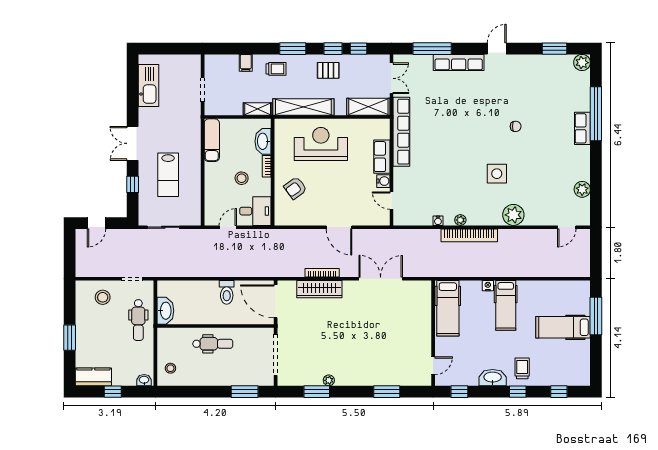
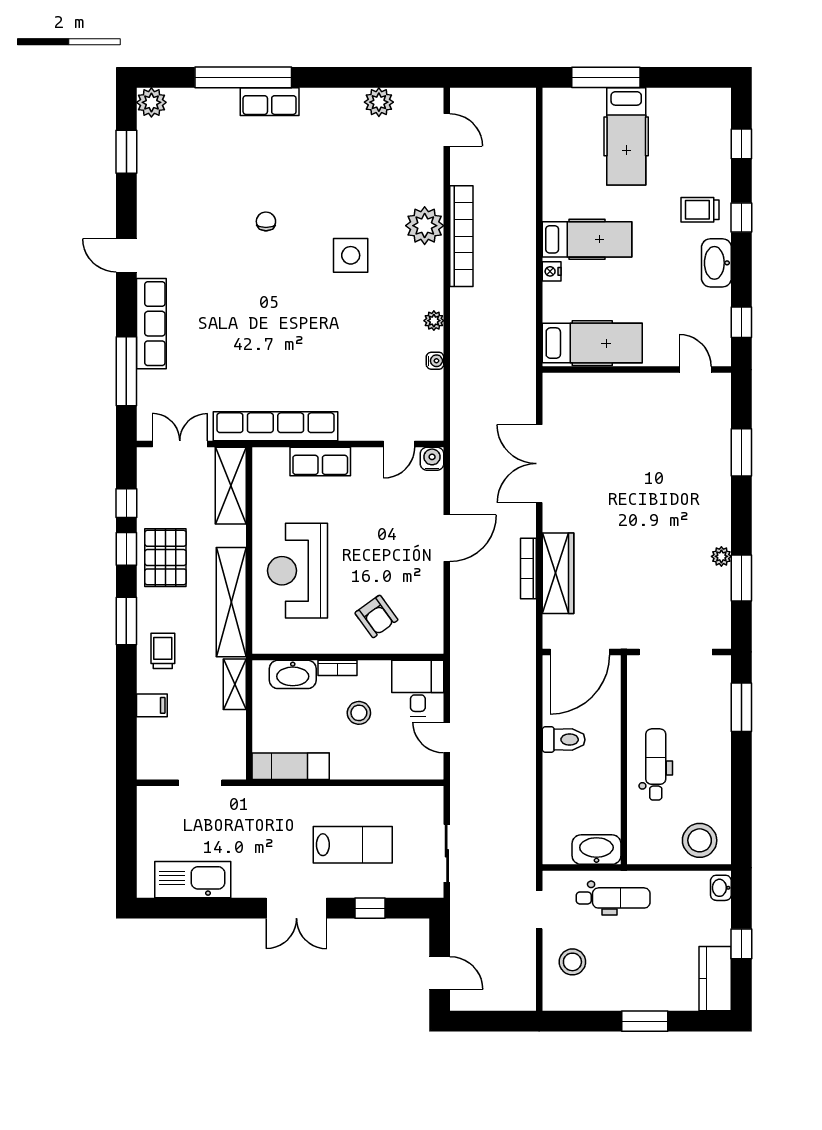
pallet: (328, 70) -> (165, 558), width x1.50, depth x1.42
water cooler: (383, 181) -> (432, 459), moved
bookcase: (469, 235) -> (461, 236), moved
stool: (170, 368) -> (700, 840), width x1.89, depth x1.89

